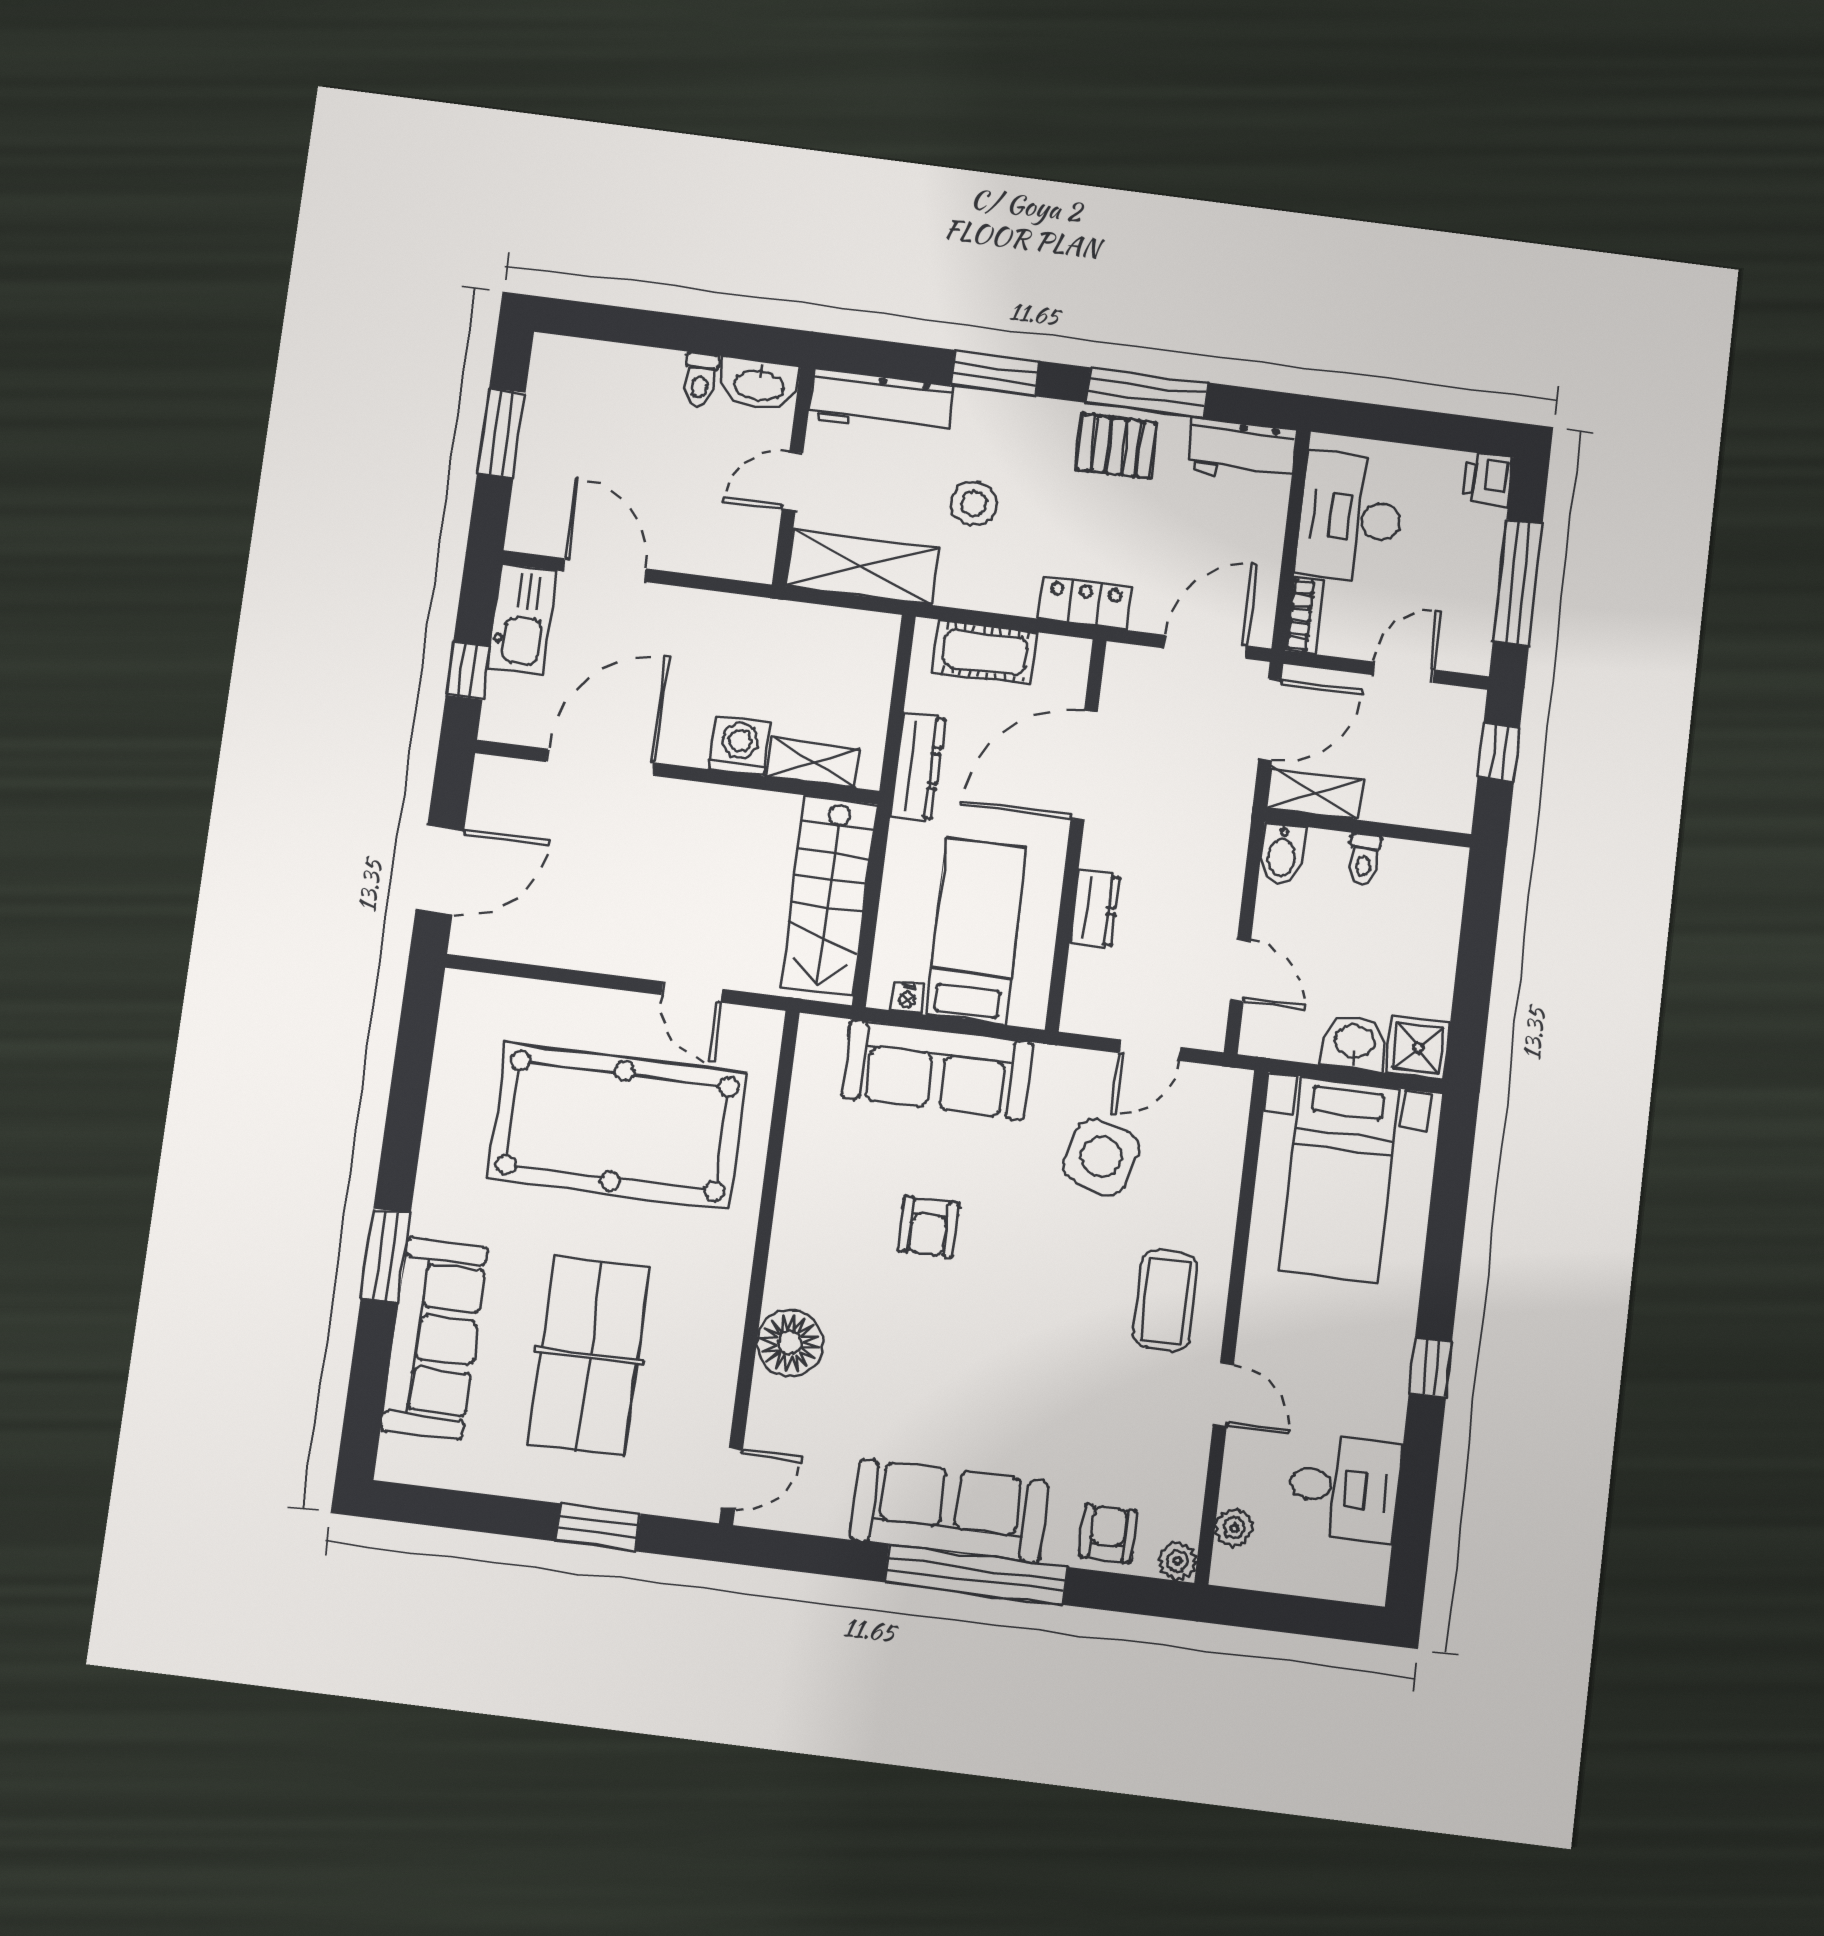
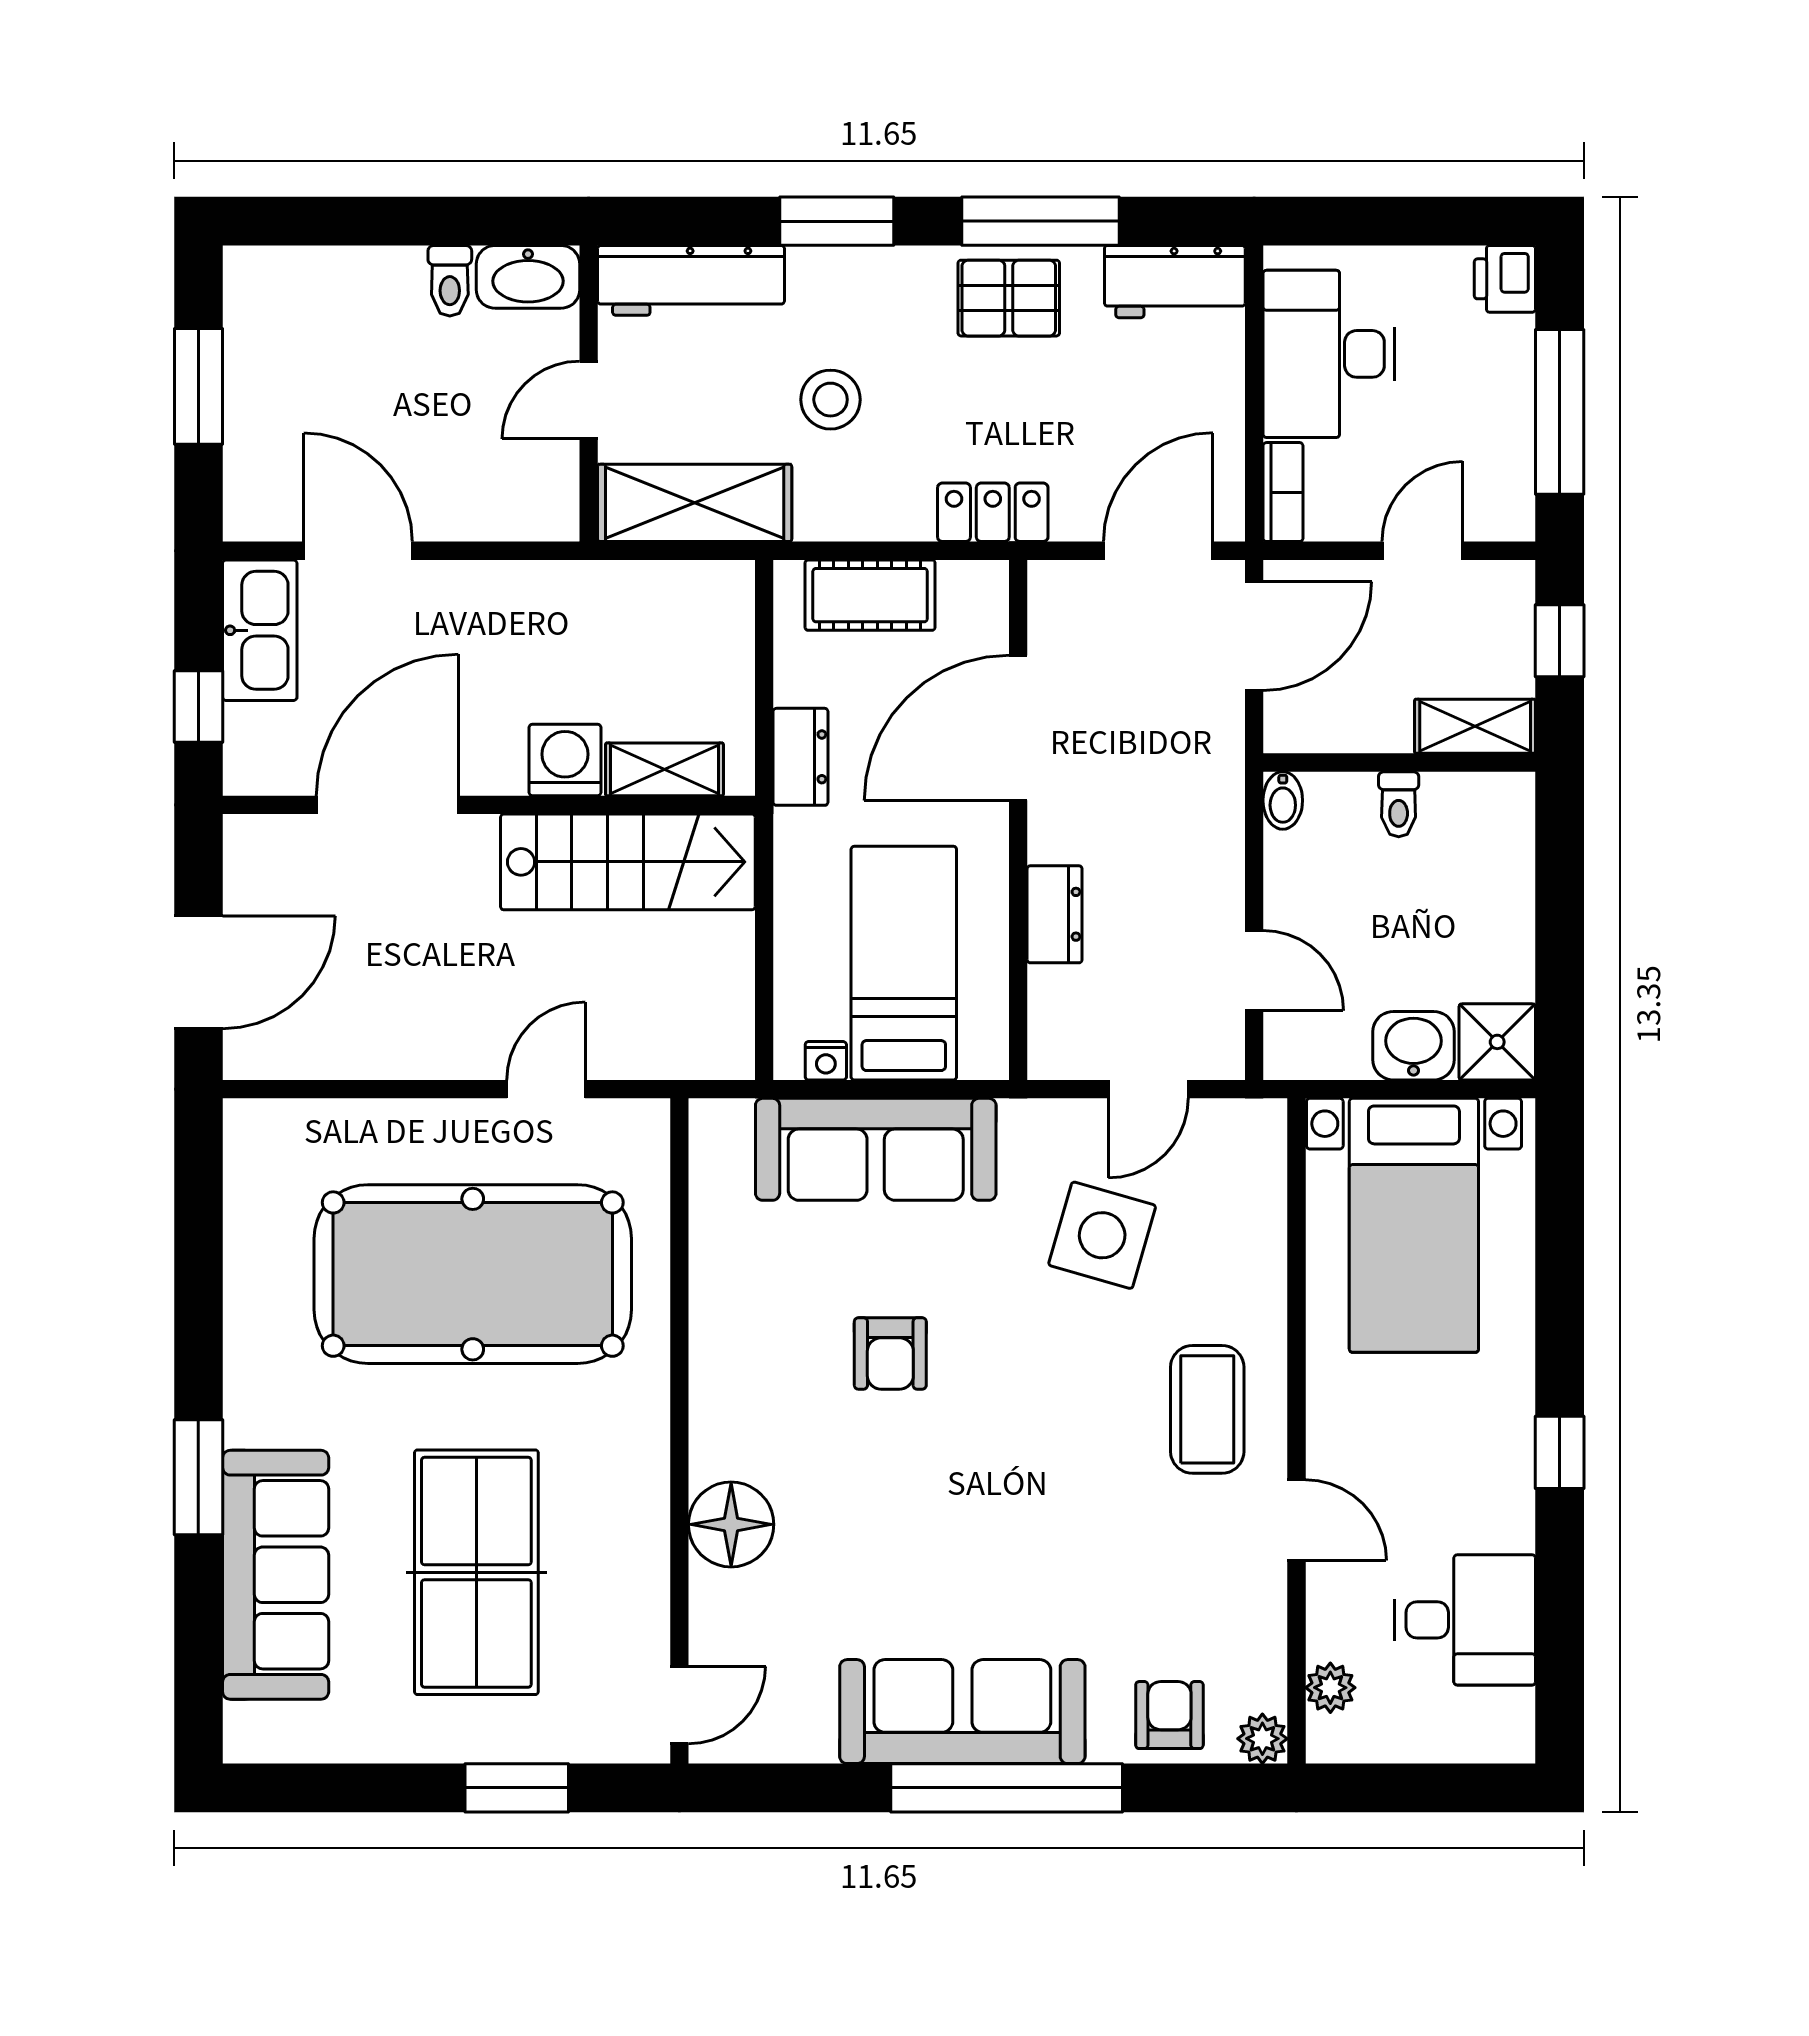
dresser: (917, 766) -> (801, 757), width x0.70
shelving: (1314, 794) -> (1475, 726), moved
bidet: (1282, 854) -> (1283, 800), width x0.72, depth x0.74
stairs: (829, 896) -> (628, 862), moved, turned -90
door: (692, 992) -> (546, 1089), swing flipped

